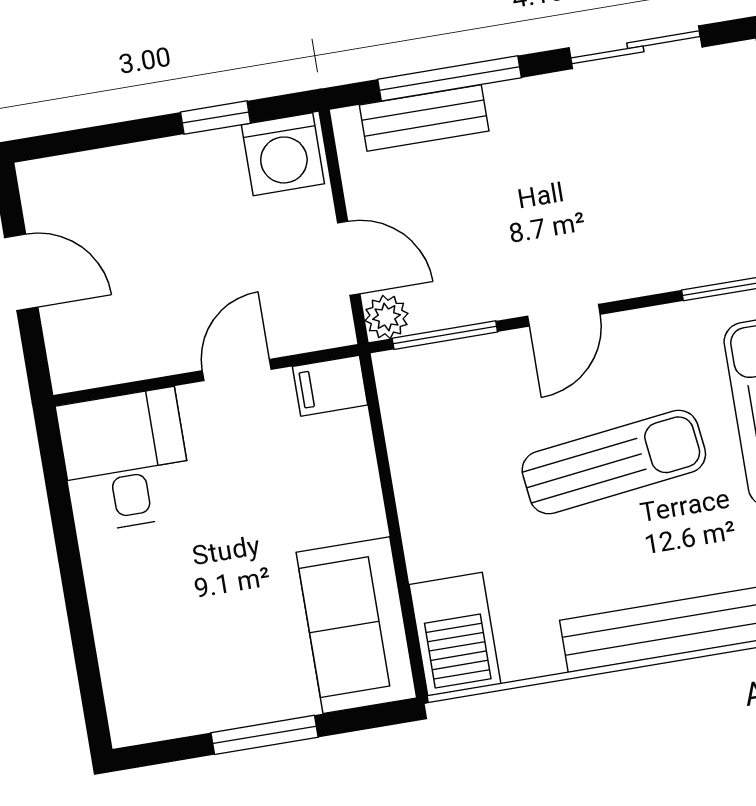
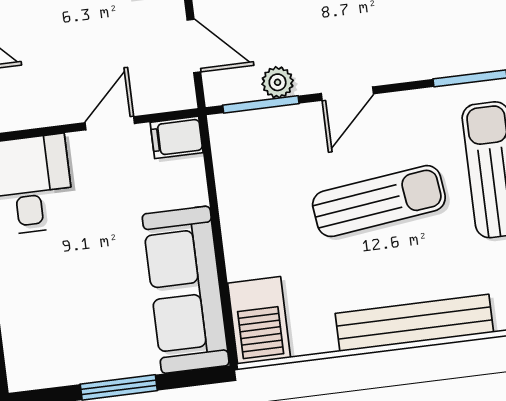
plant: (386, 317) -> (278, 82), moved
sofa: (356, 625) -> (186, 290), width x1.36

